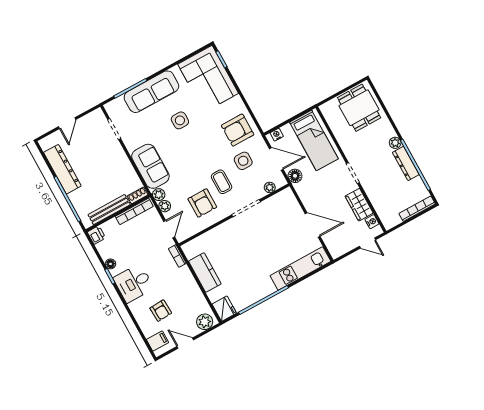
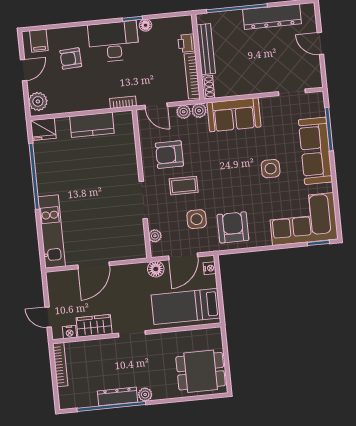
bookcase: (417, 209) -> (60, 365), moved
printer: (96, 235) -> (187, 43), moved, turned 90
door: (367, 243) -> (48, 317), hinge flipped
desk: (134, 283) -> (114, 42), width x1.37

